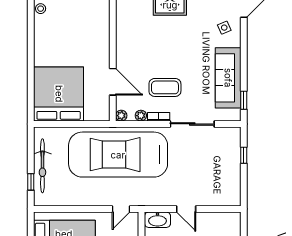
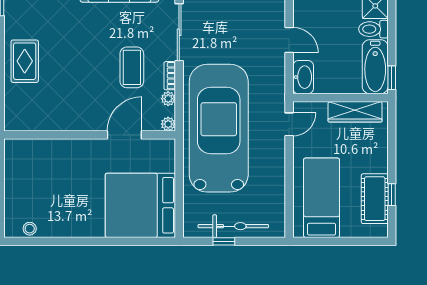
car: (118, 155) -> (219, 128), turned 180
window: (31, 182) -> (224, 241), moved
door: (121, 209) -> (289, 124), hinge flipped
door: (186, 209) -> (289, 40), hinge flipped

